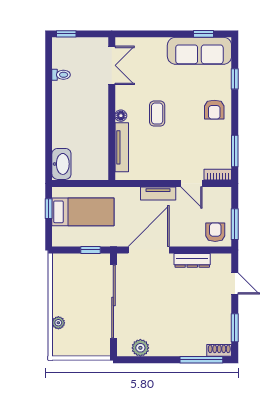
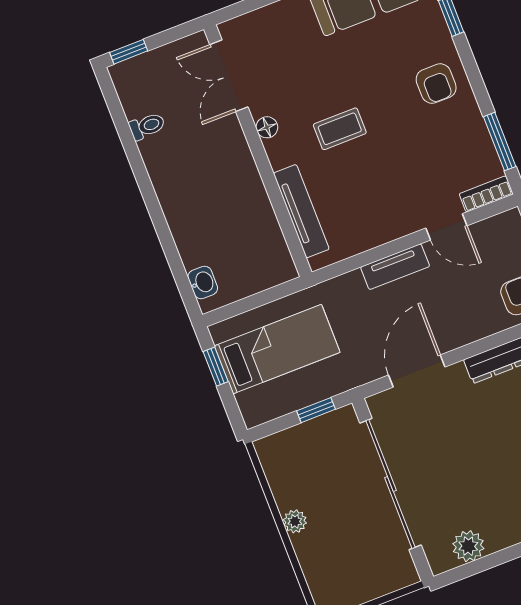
double door: (112, 65) -> (229, 76), swing flipped
coffee table: (157, 114) -> (340, 129), turned 90
floor lamp: (121, 116) -> (267, 127), moved
washbasin: (61, 164) -> (203, 282), width x0.52, depth x0.69
door: (149, 250) -> (417, 371), width x0.73
plant: (58, 323) -> (295, 521), moved

